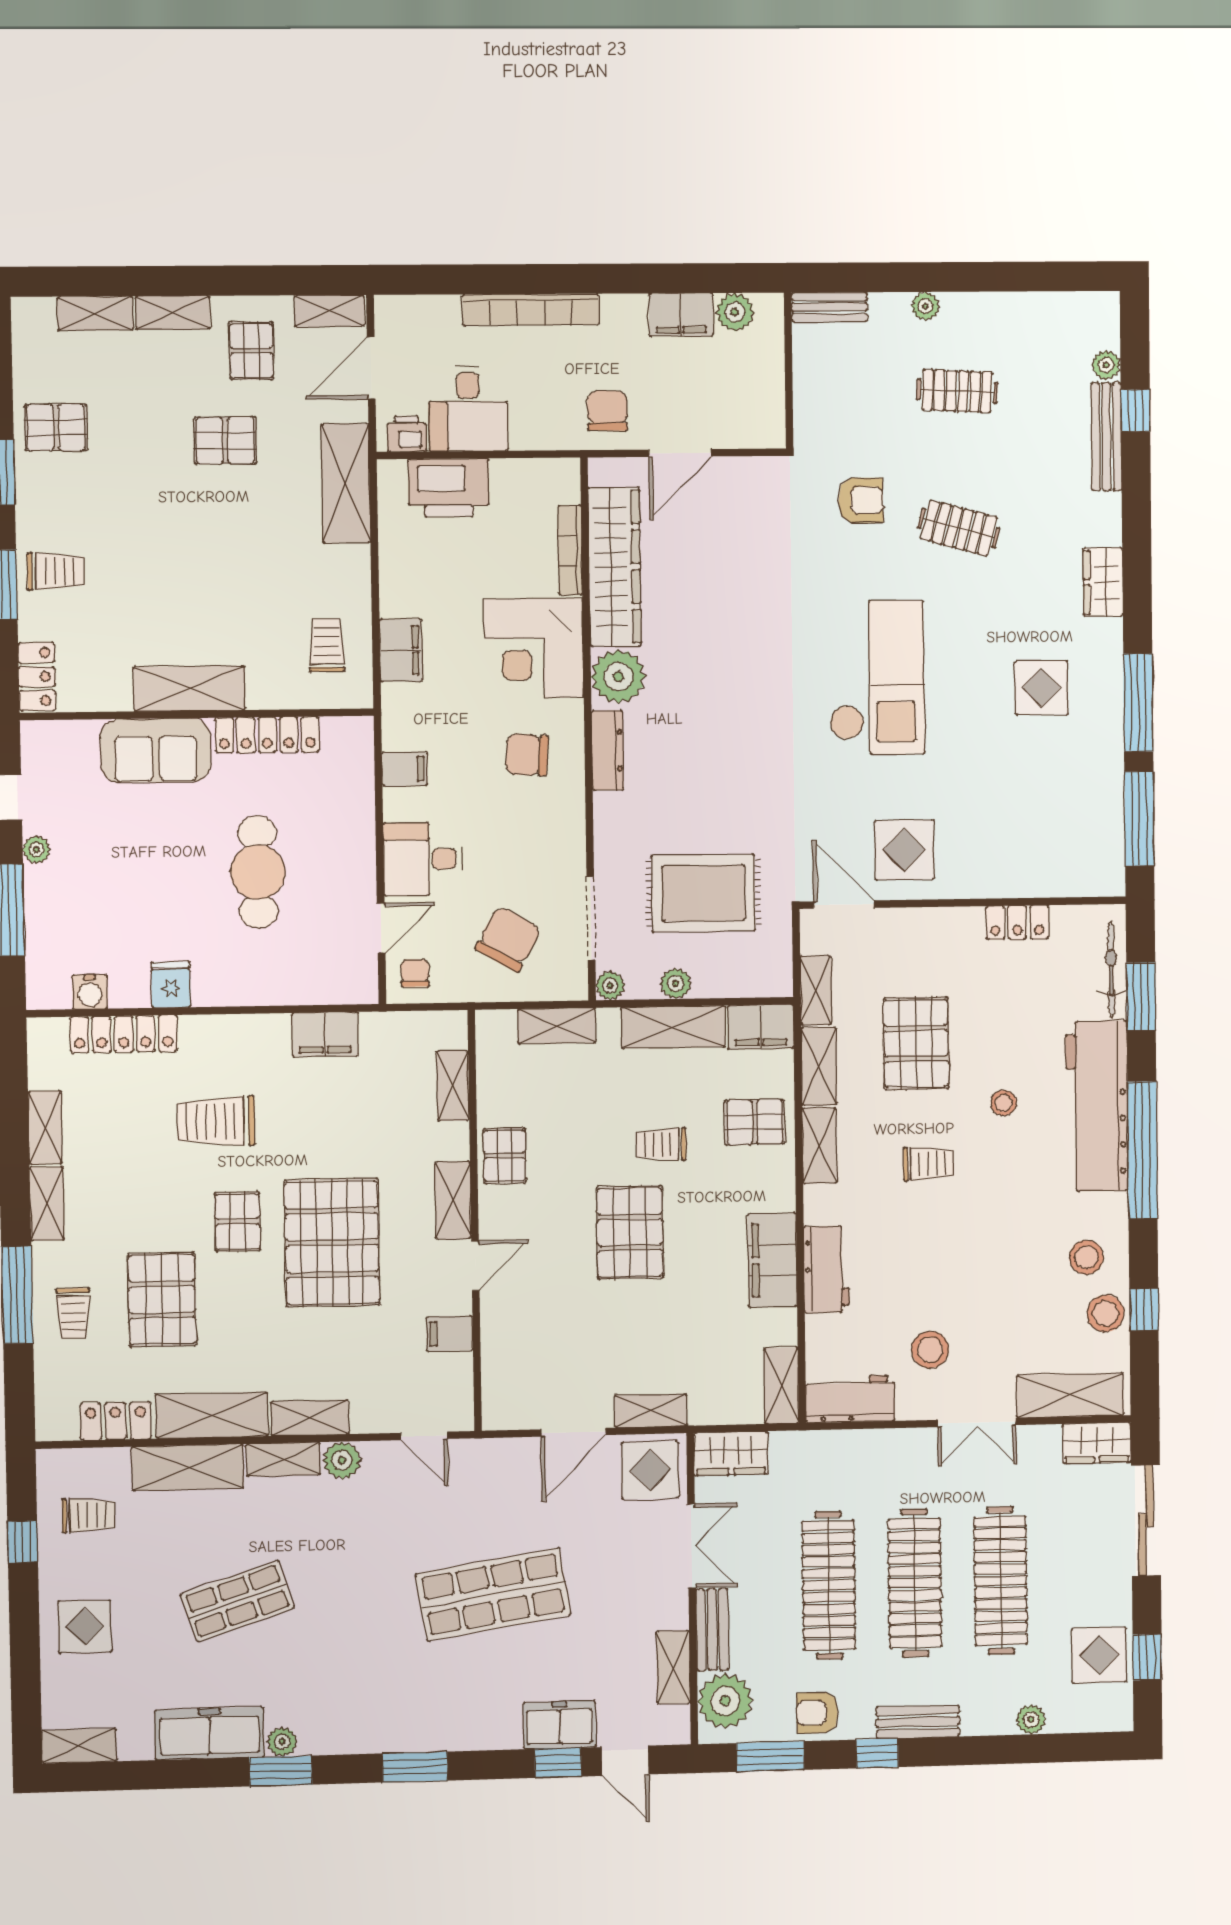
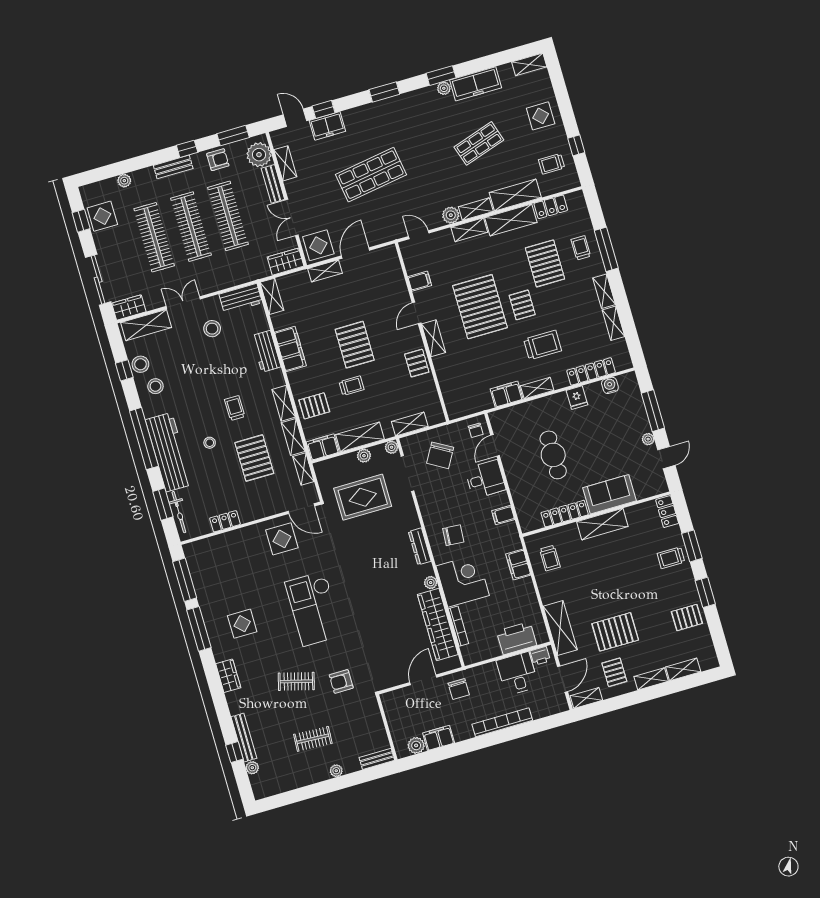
pallet: (225, 440) -> (615, 632), width x1.50, depth x1.42
plant: (618, 677) -> (431, 583), width x0.53, depth x0.53
shelving: (453, 1086) -> (537, 388), moved, turned 90
trolley: (929, 1164) -> (235, 408), turned 90

